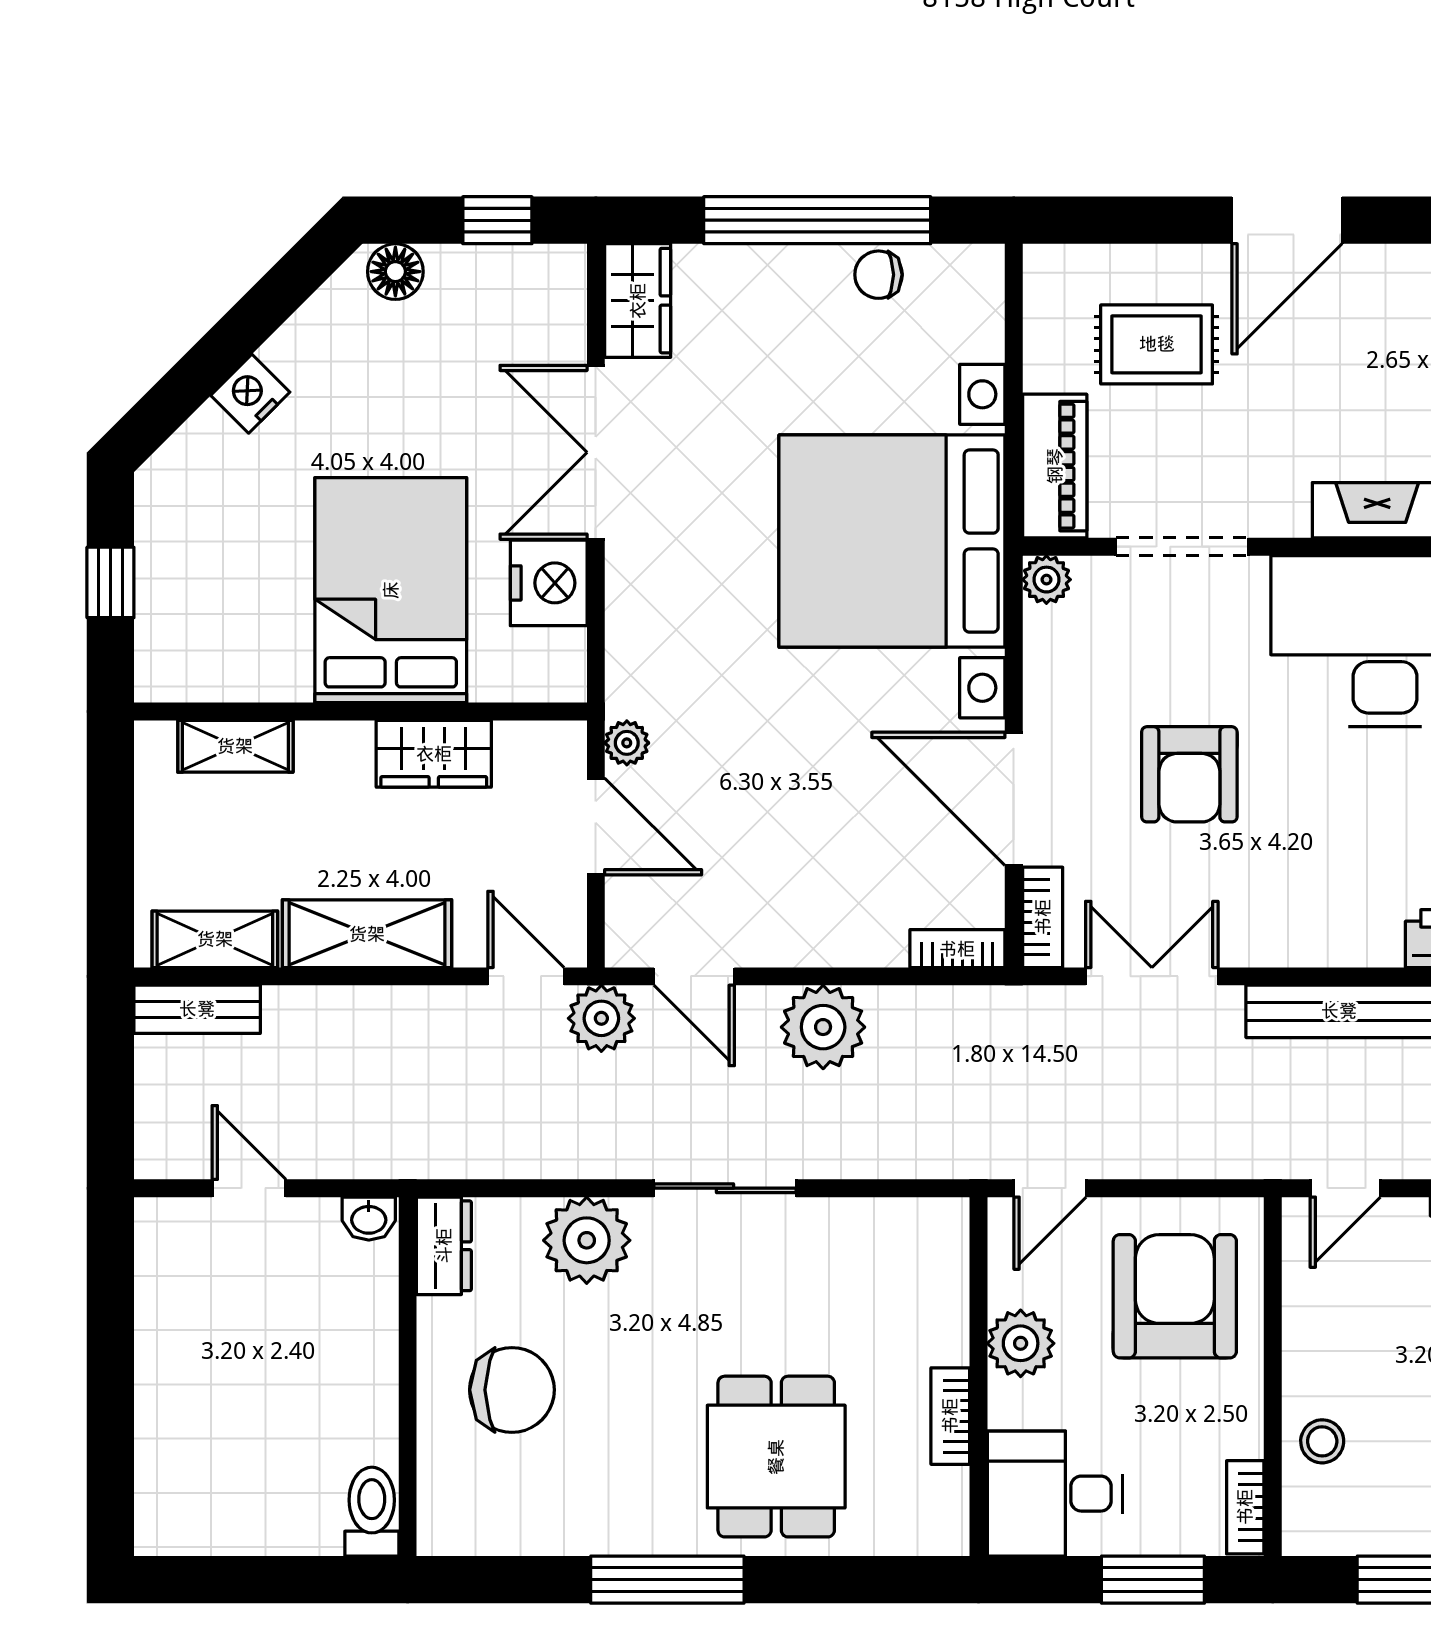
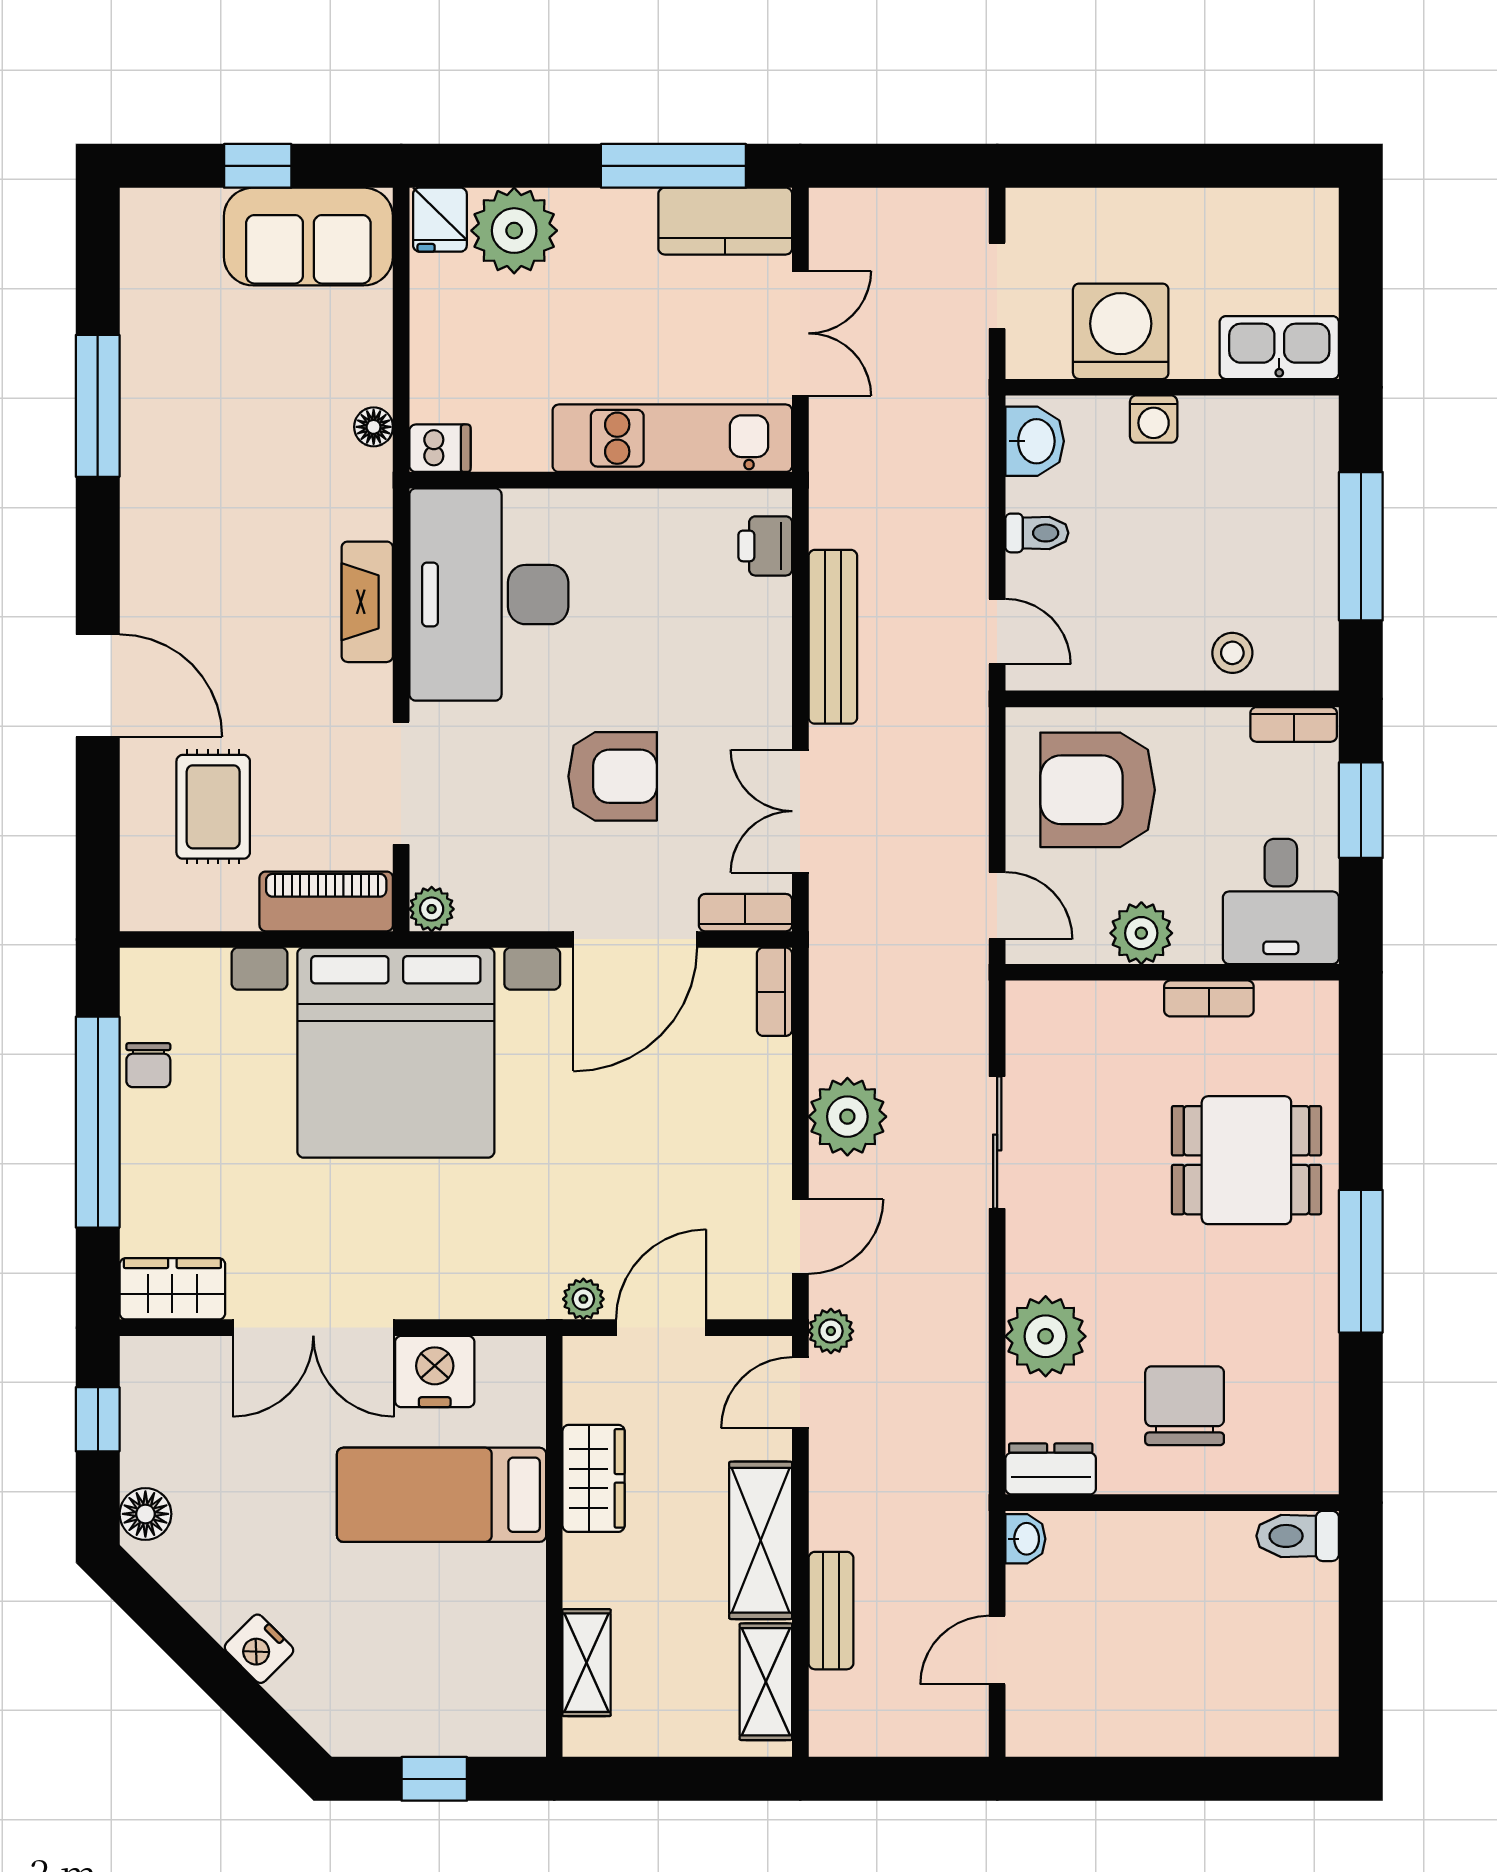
bed: (391, 590) -> (442, 1495), width x0.67
bench: (197, 1009) -> (831, 1611), moved
plant: (601, 1018) -> (831, 1331), width x0.73, depth x0.73
sliding door: (725, 1188) -> (997, 1142), moved

